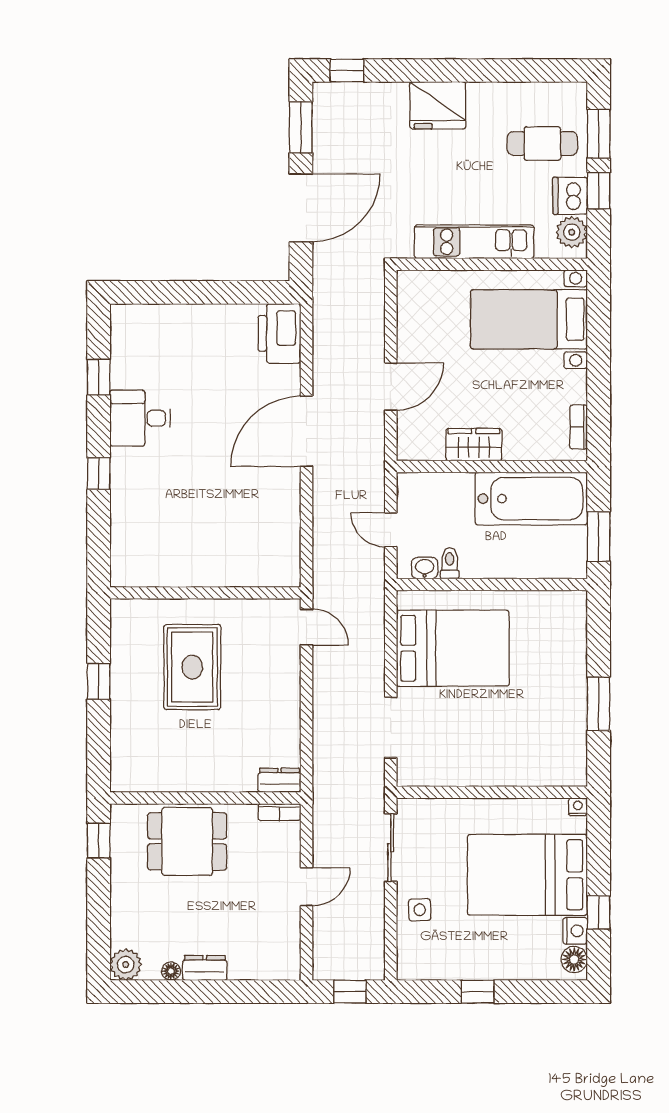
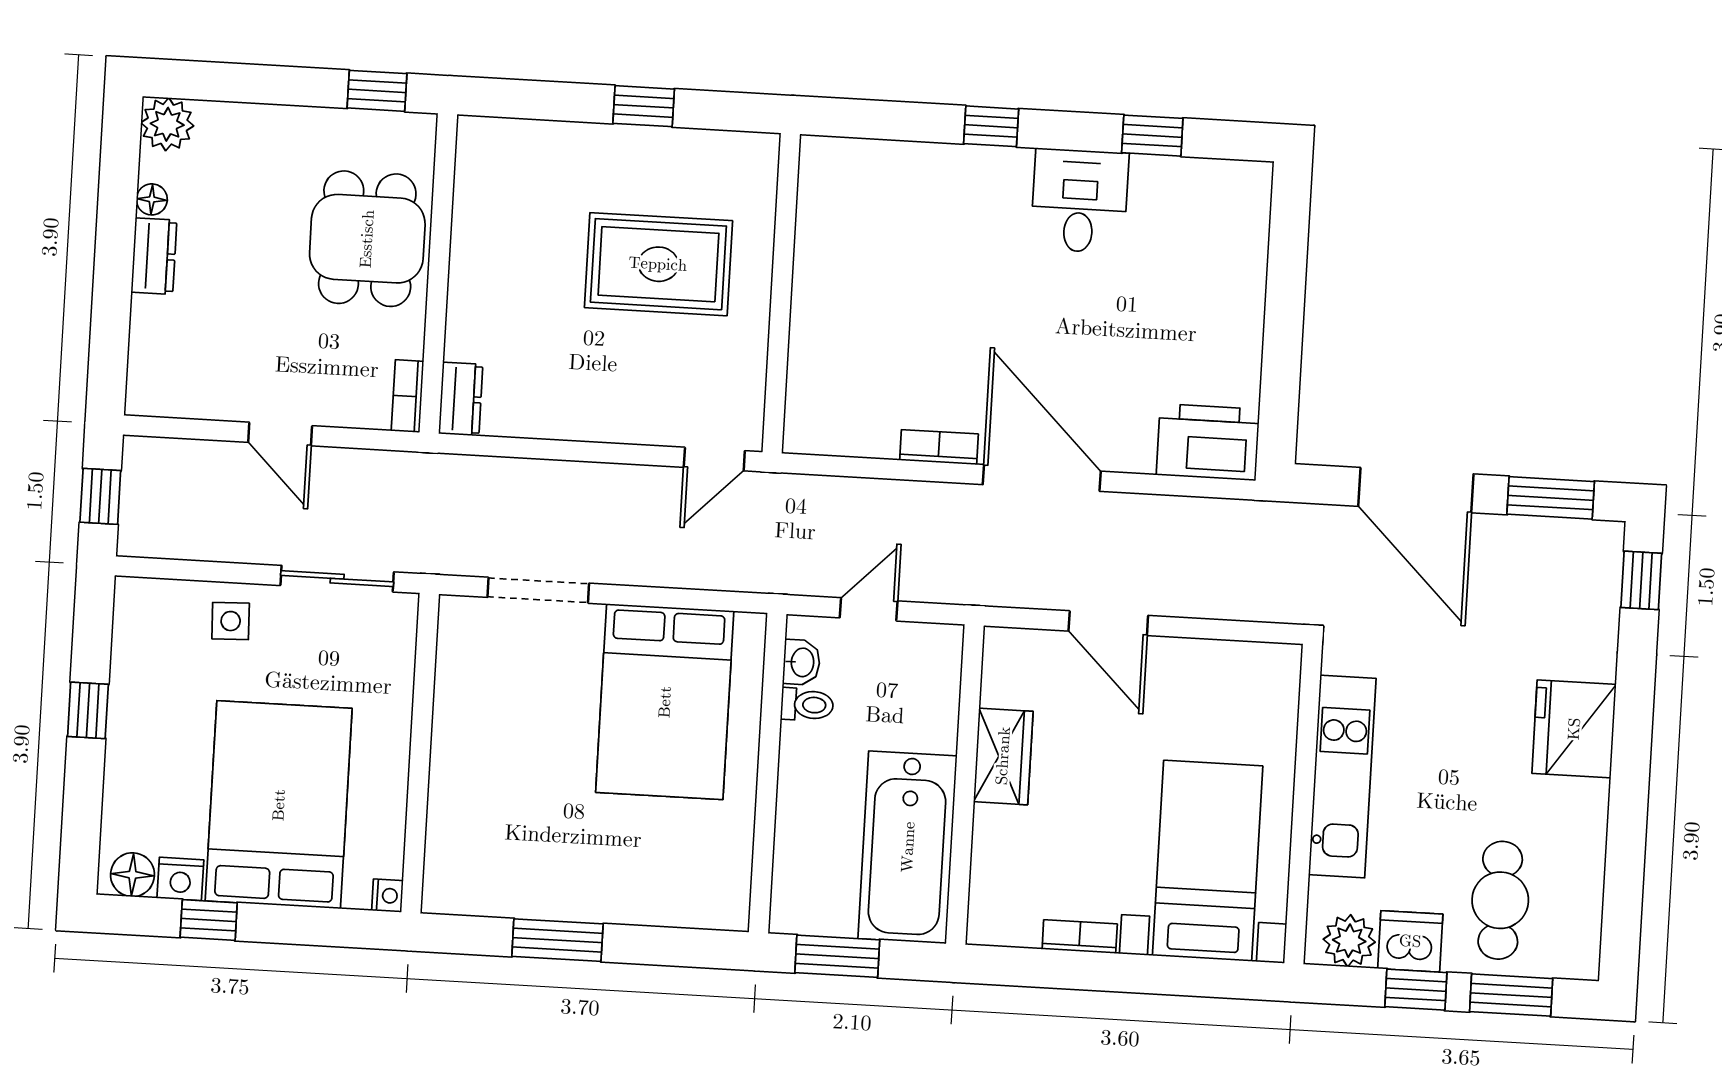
bookcase: (579, 427) -> (1080, 937), moved
bookcase: (292, 494) -> (939, 447), added

